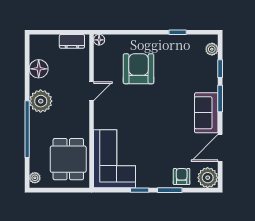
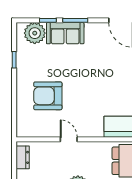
floor lamp: (99, 40) -> (21, 132), removed
plant: (212, 49) -> (35, 33), width x1.87, depth x1.87
sofa: (206, 113) -> (65, 33), moved

